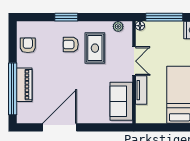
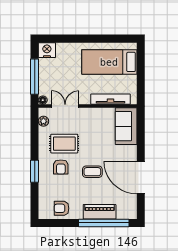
double door: (134, 61) -> (65, 106), moved
coffee table: (66, 77) -> (92, 172), added
tv unit: (141, 90) -> (110, 99), width x1.41
sofa: (121, 101) -> (126, 126), moved, turned 90

